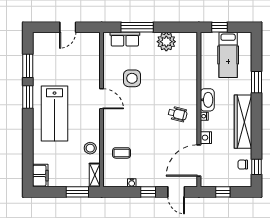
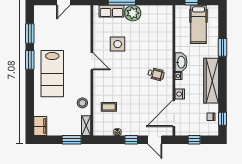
plant: (166, 42) -> (133, 13), moved

